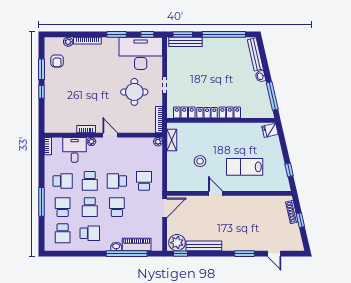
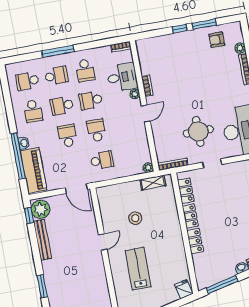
school desk: (117, 207) -> (67, 136), turned -90
piano: (137, 244) -> (34, 170), width x1.37, depth x1.33

